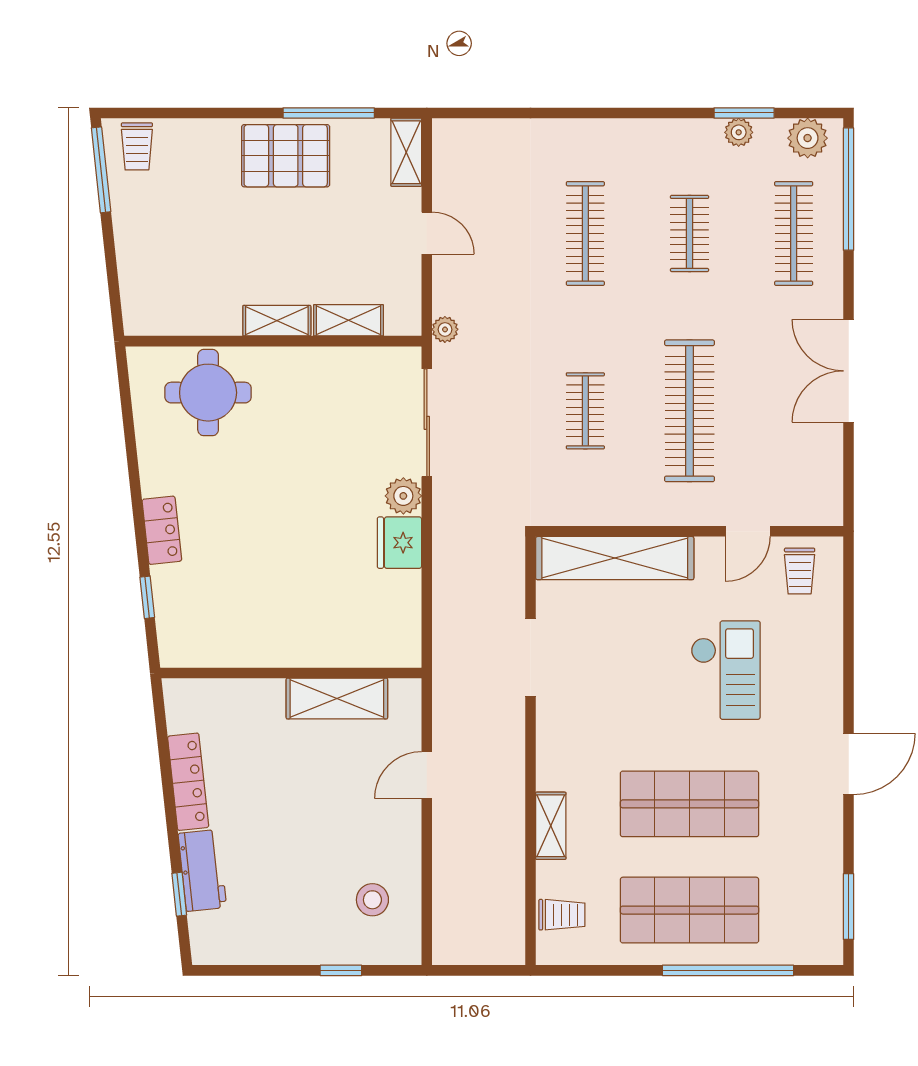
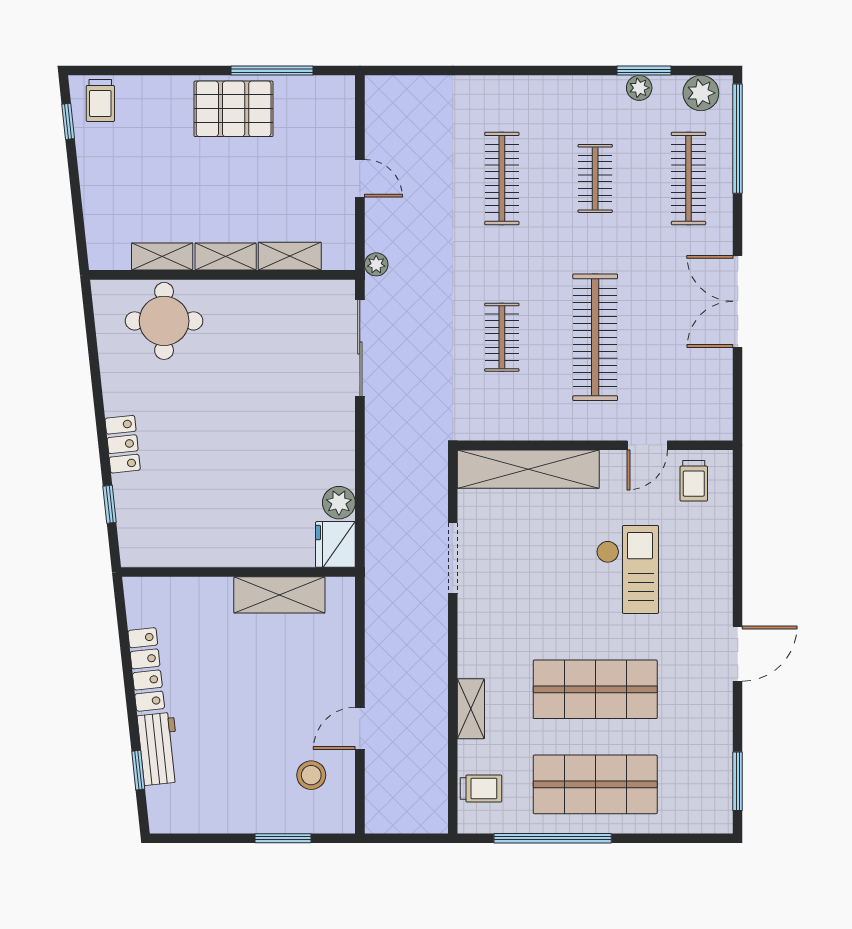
shelving: (406, 152) -> (162, 257), moved, turned 90
window: (101, 170) -> (68, 121), width x0.46
plant: (403, 496) -> (339, 503), moved
fridge: (399, 543) -> (335, 544), moved
door: (427, 775) -> (360, 728), moved
window: (341, 970) -> (283, 838), width x1.50
window: (728, 970) -> (553, 838), moved

